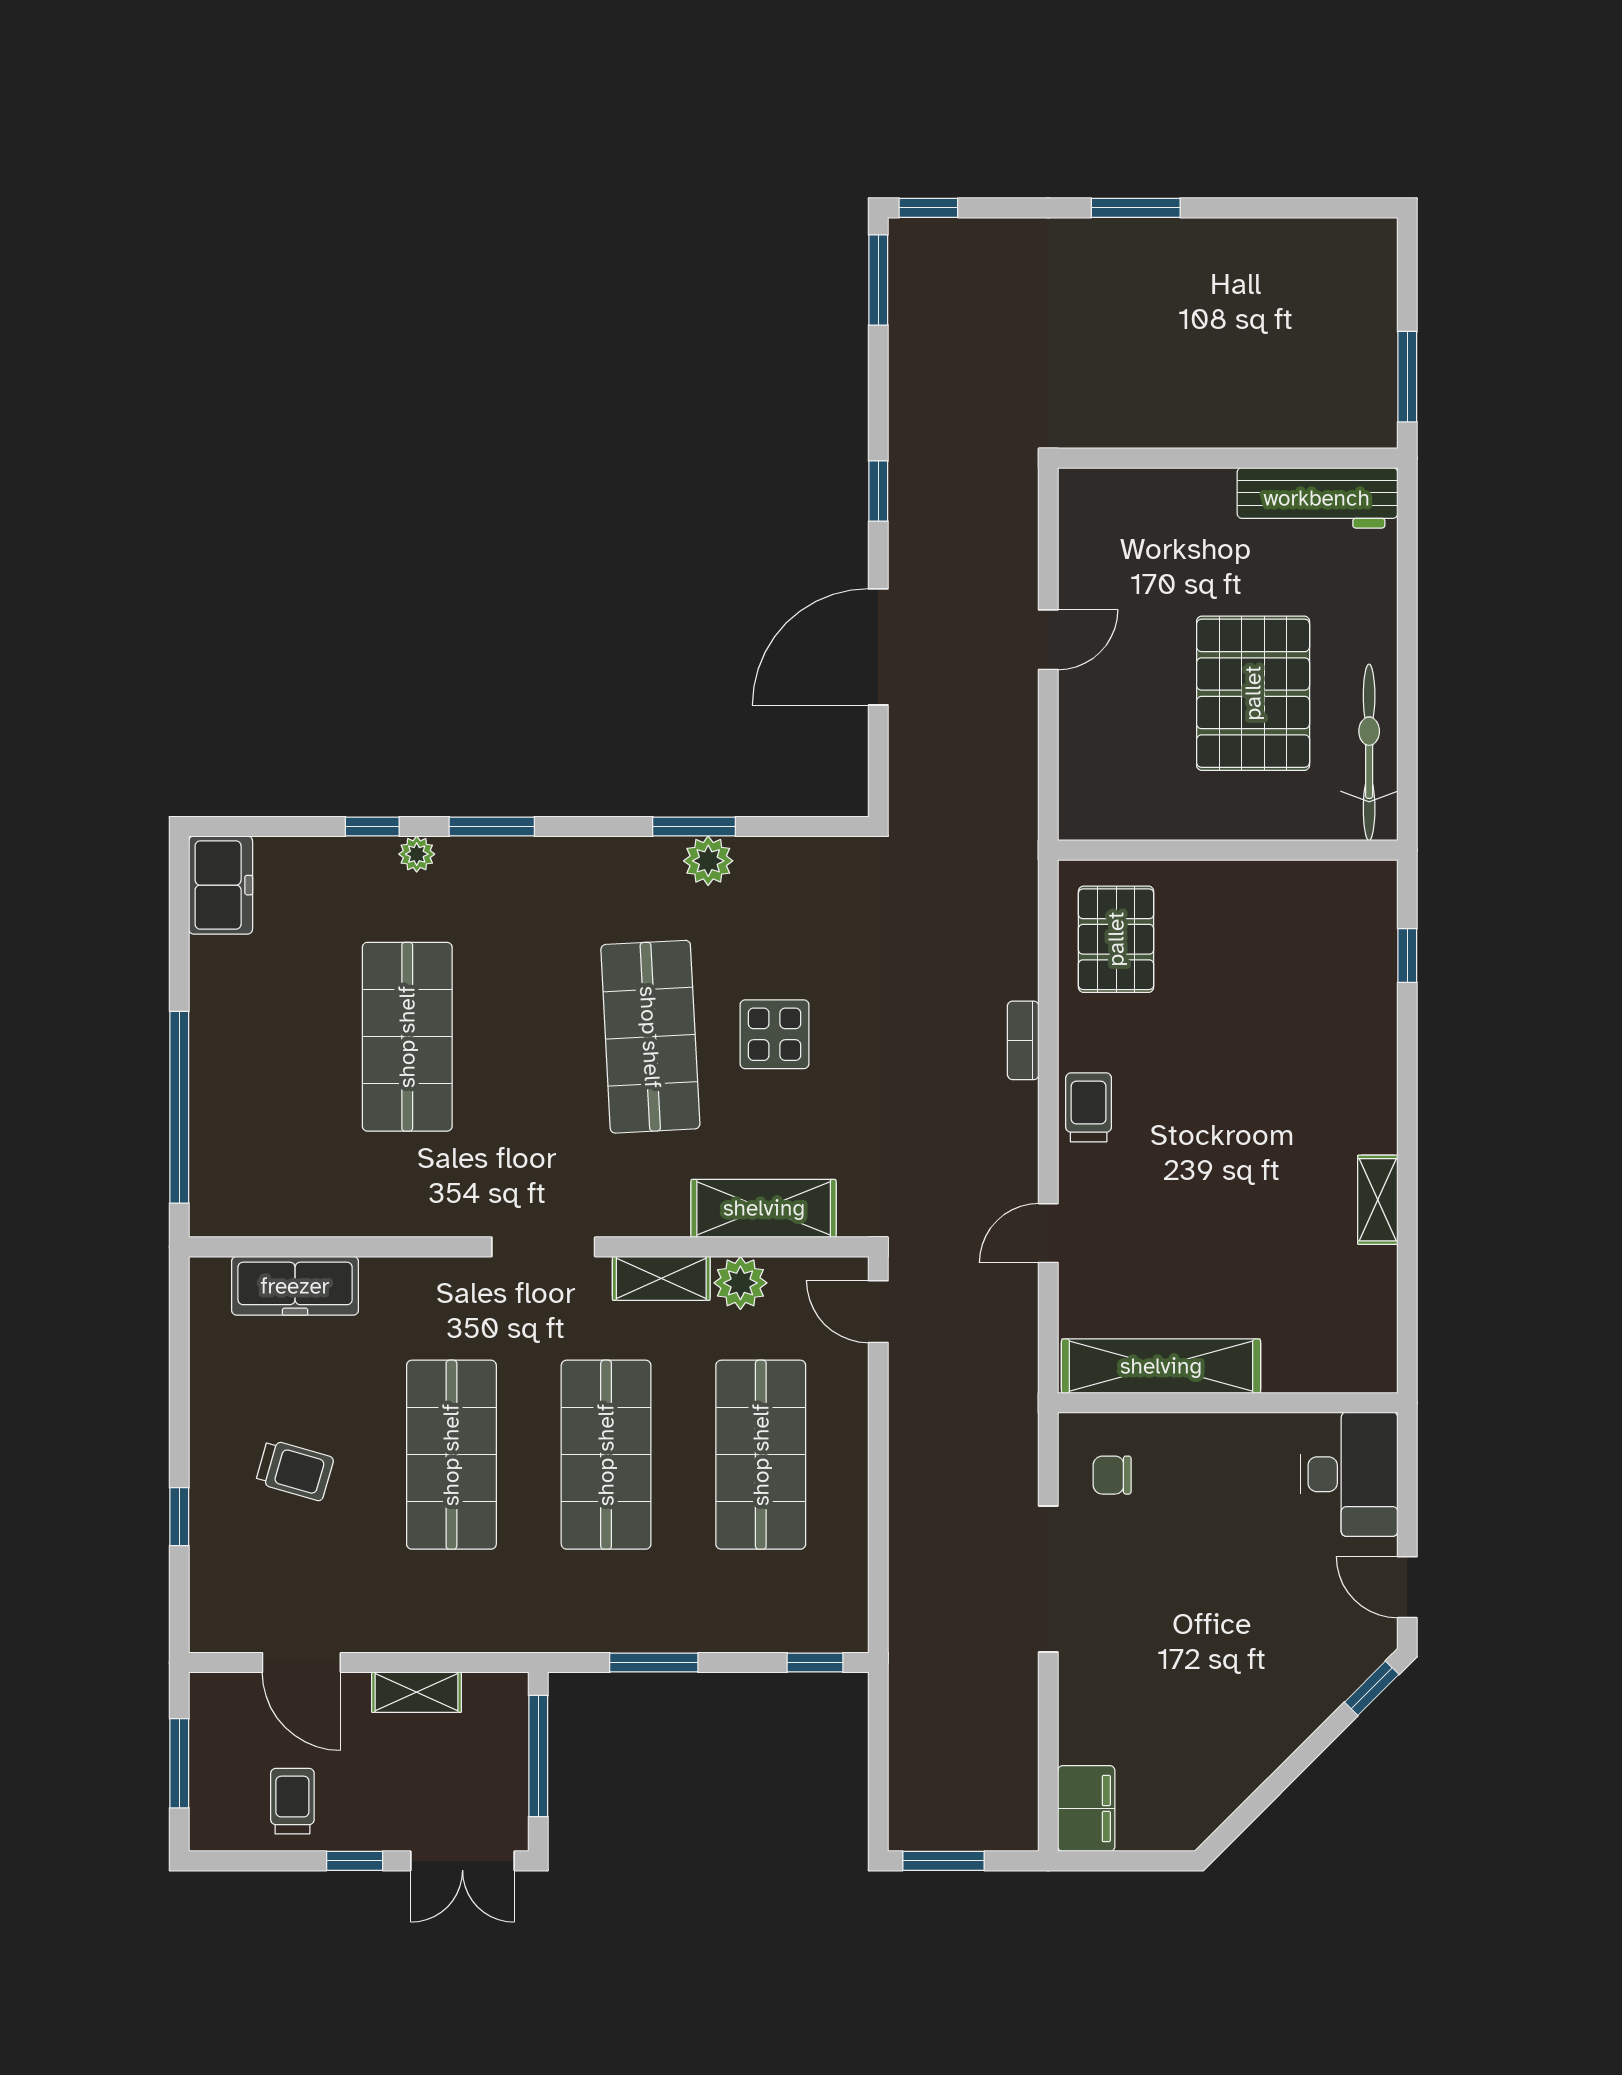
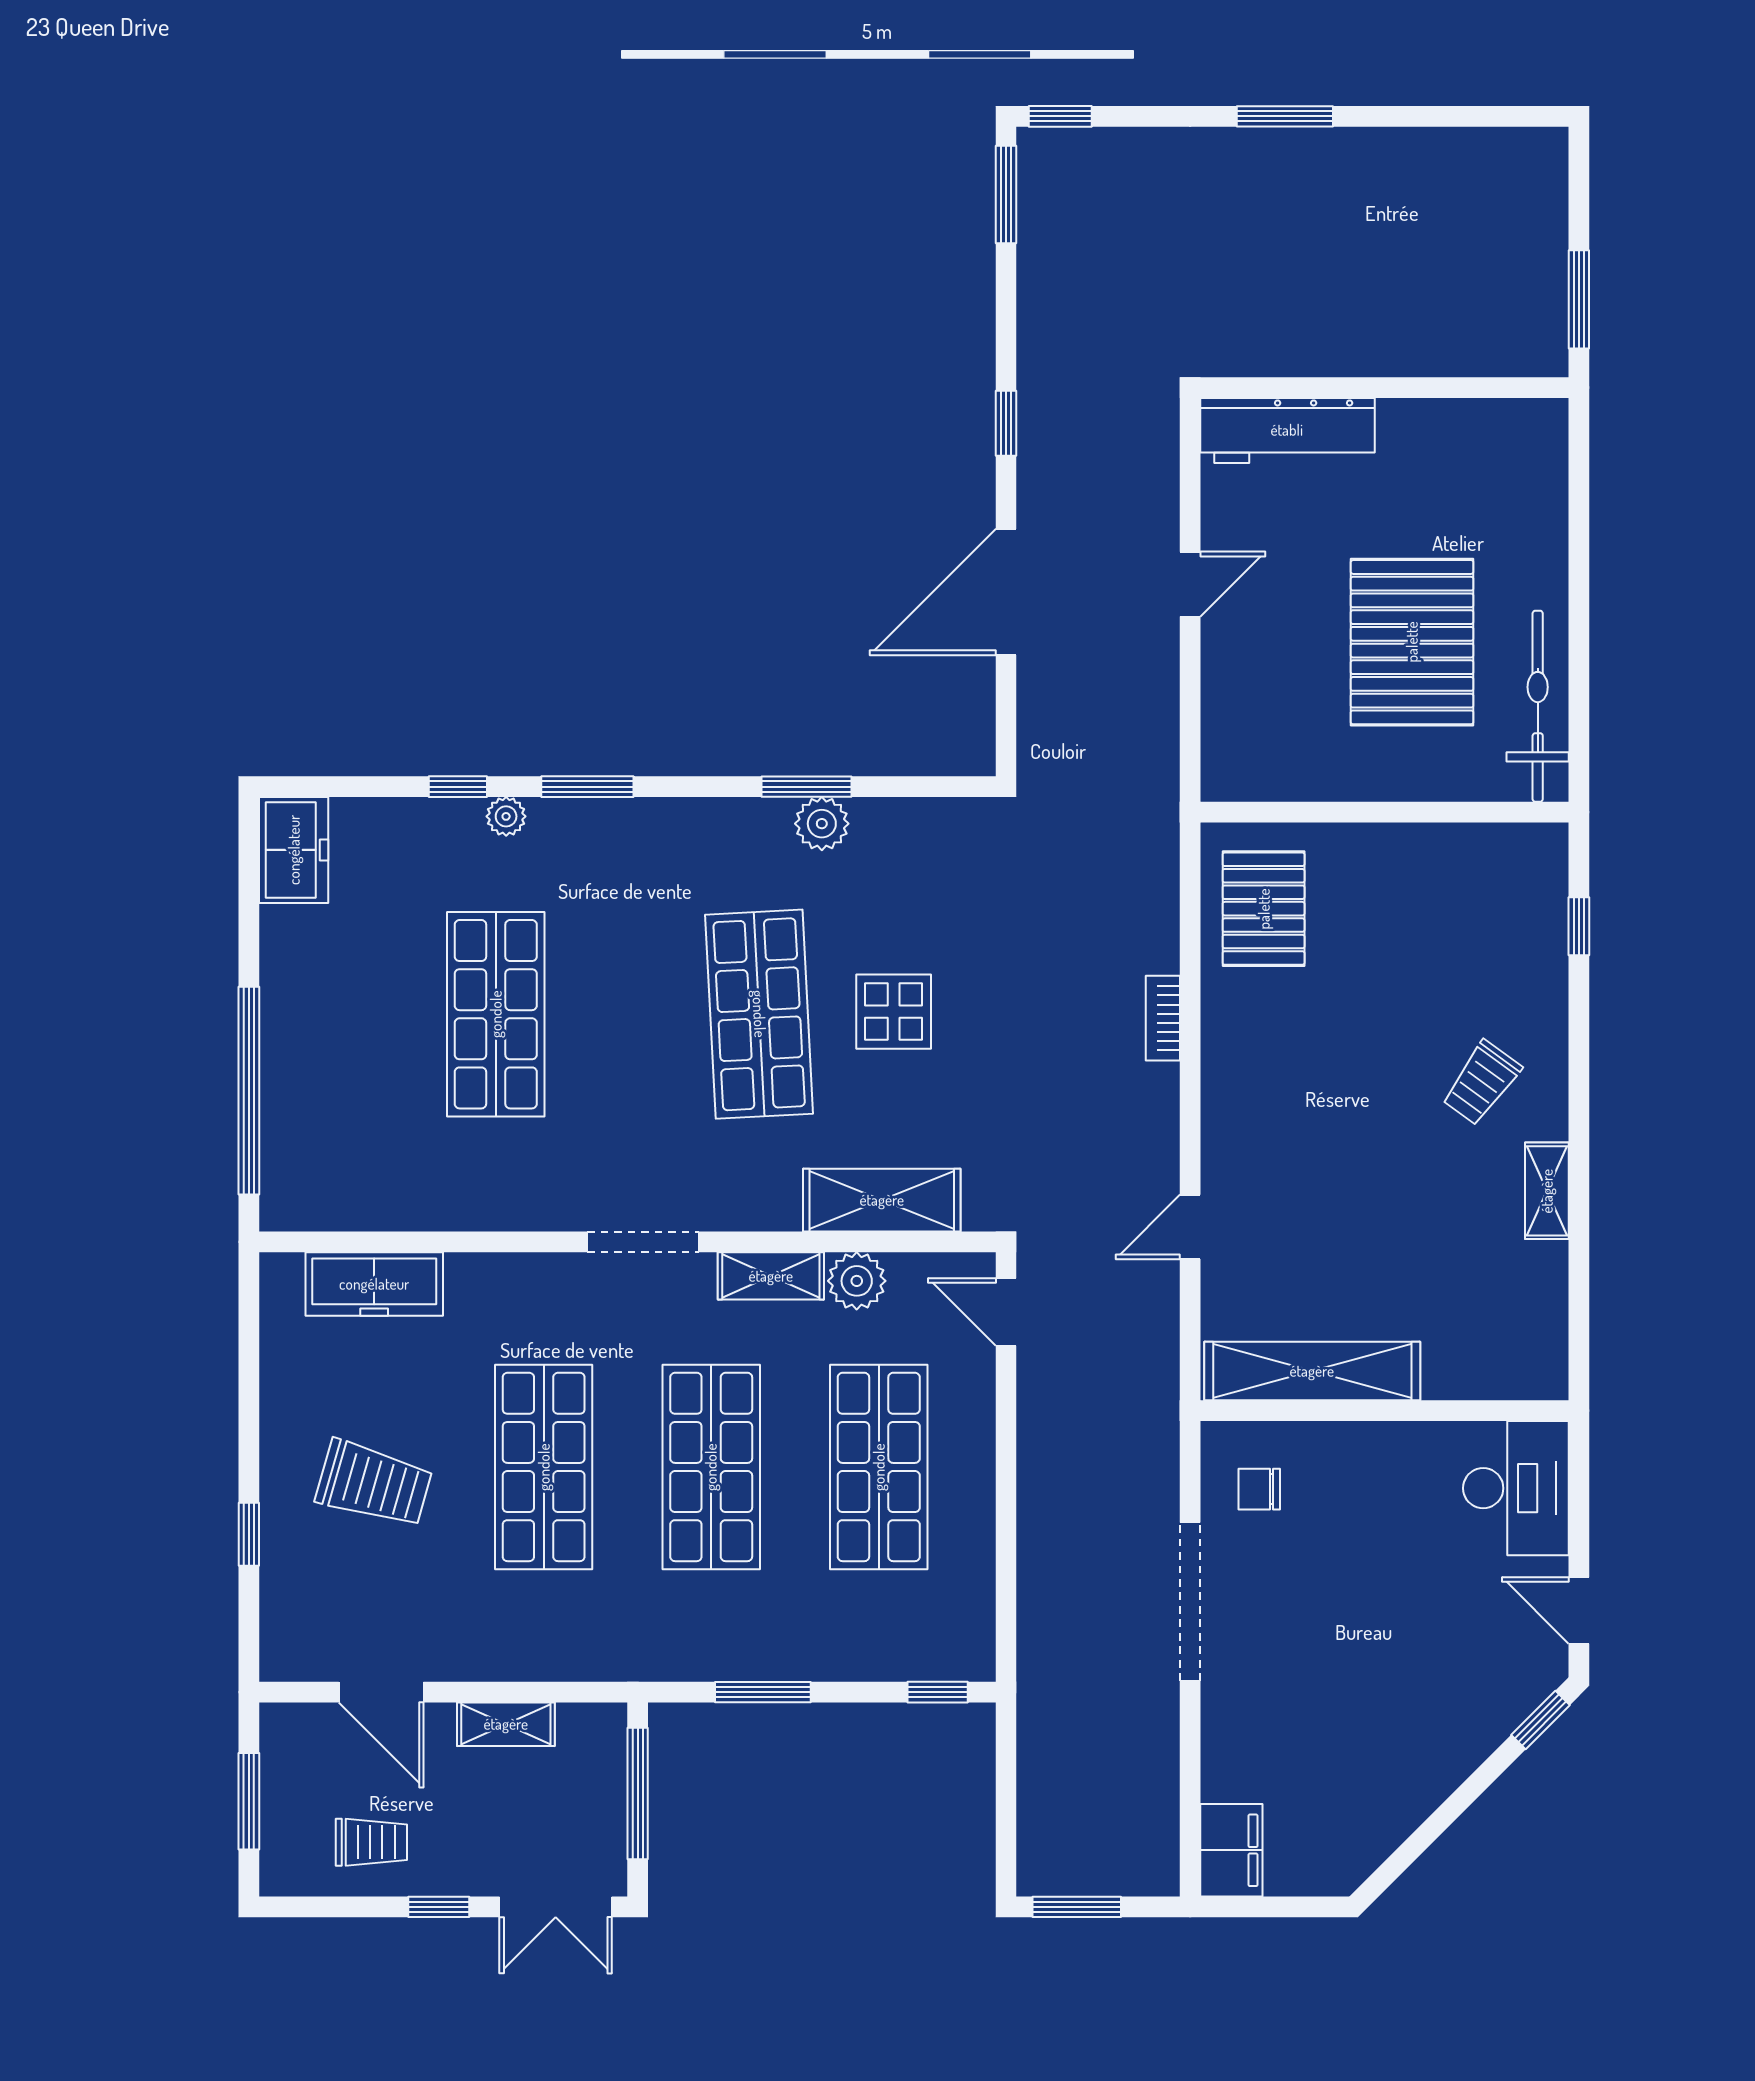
workbench: (1317, 498) -> (1287, 430), moved
trolley: (1089, 1107) -> (1481, 1083), moved, turned -144
trolley: (295, 1470) -> (374, 1484), width x1.36, depth x1.39
trolley: (292, 1801) -> (371, 1842), turned 90

